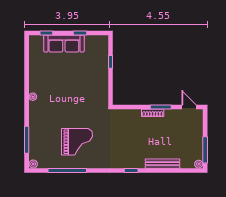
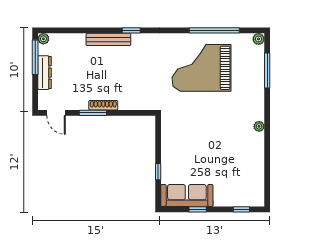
sofa: (64, 44) -> (187, 195), moved
dresser: (198, 138) -> (45, 73), added
grand piano: (77, 142) -> (202, 68), width x1.37, depth x1.48
bench: (162, 164) -> (108, 39), moved

